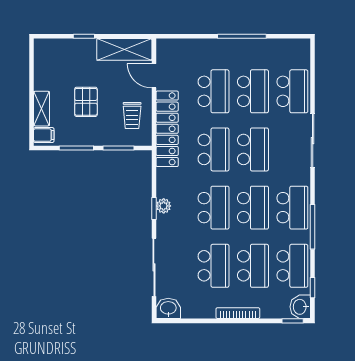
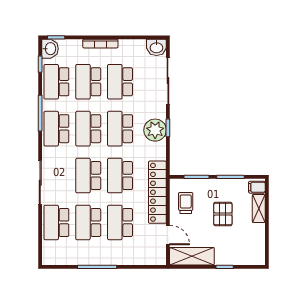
plant: (164, 206) -> (155, 130), width x1.88, depth x1.88

